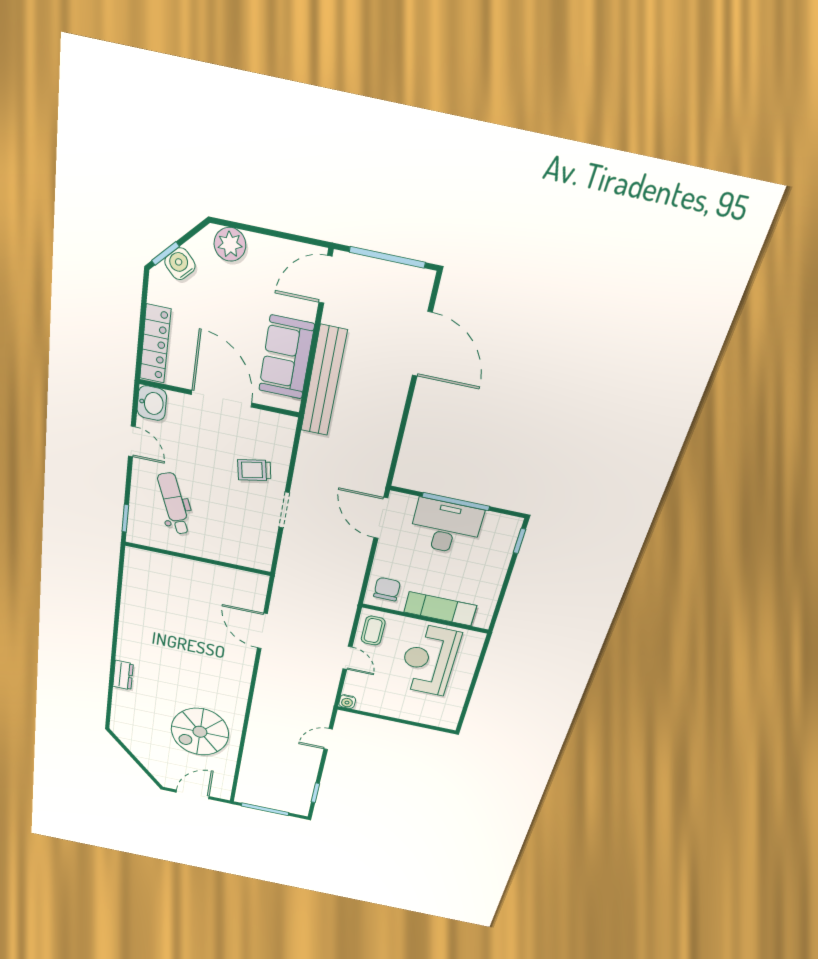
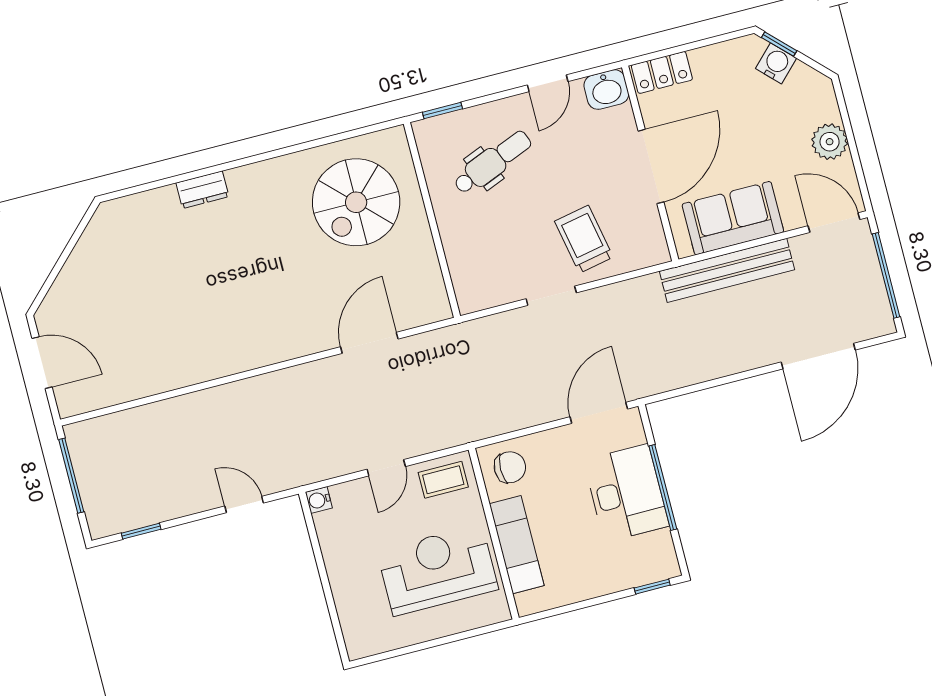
plant: (230, 244) -> (830, 142), moved
locker: (155, 344) -> (662, 72), width x0.66
trolley: (254, 470) -> (584, 239), width x1.36, depth x1.39
spiral stairs: (200, 732) -> (356, 202), moved, turned -90

